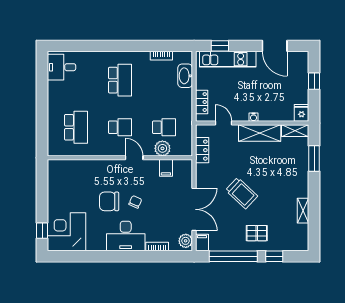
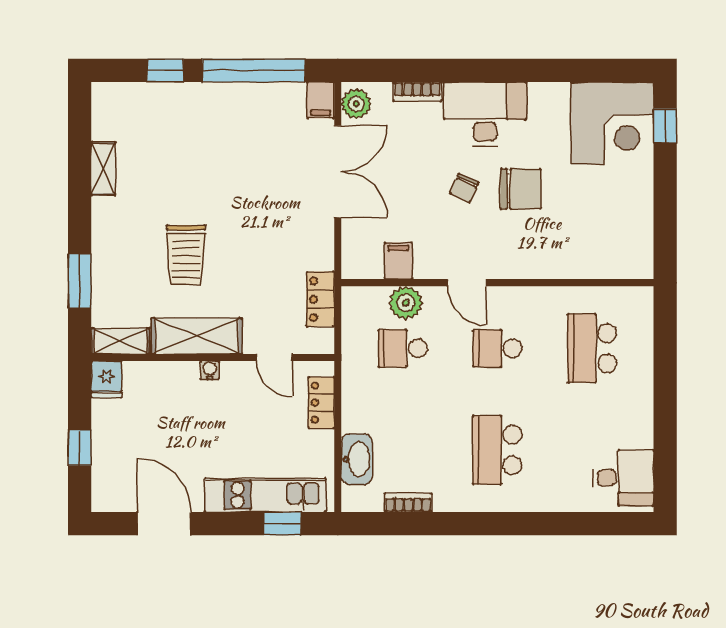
trolley: (242, 193) -> (186, 255), moved, turned -133
double door: (194, 209) -> (338, 172), swing flipped
pallet: (257, 233) -> (203, 120), removed

